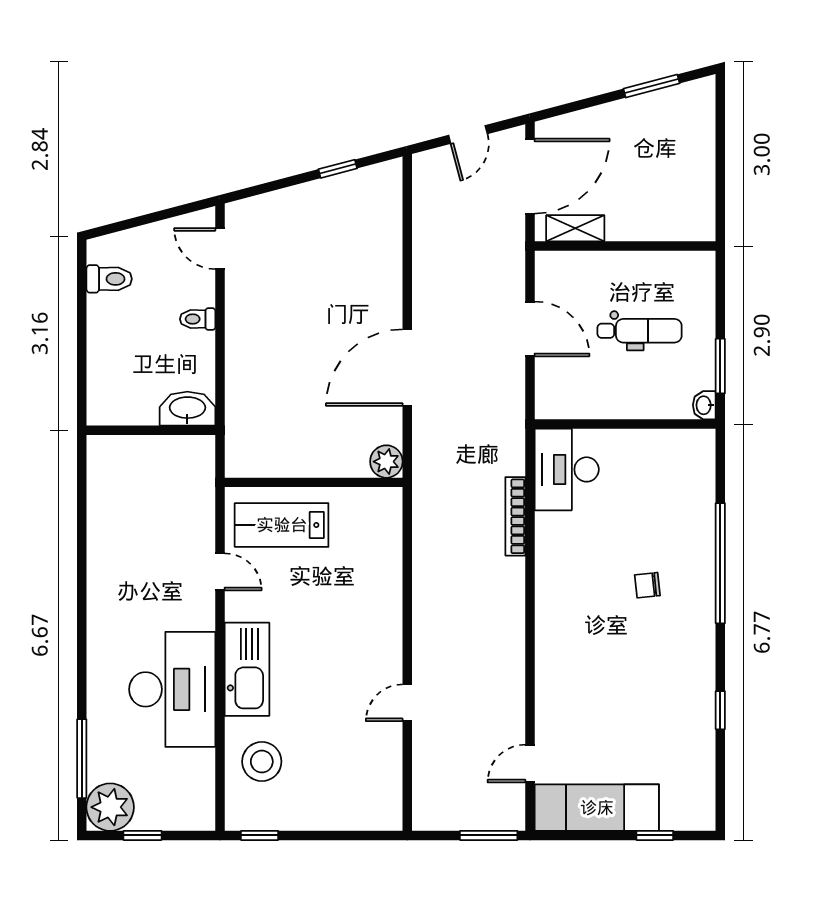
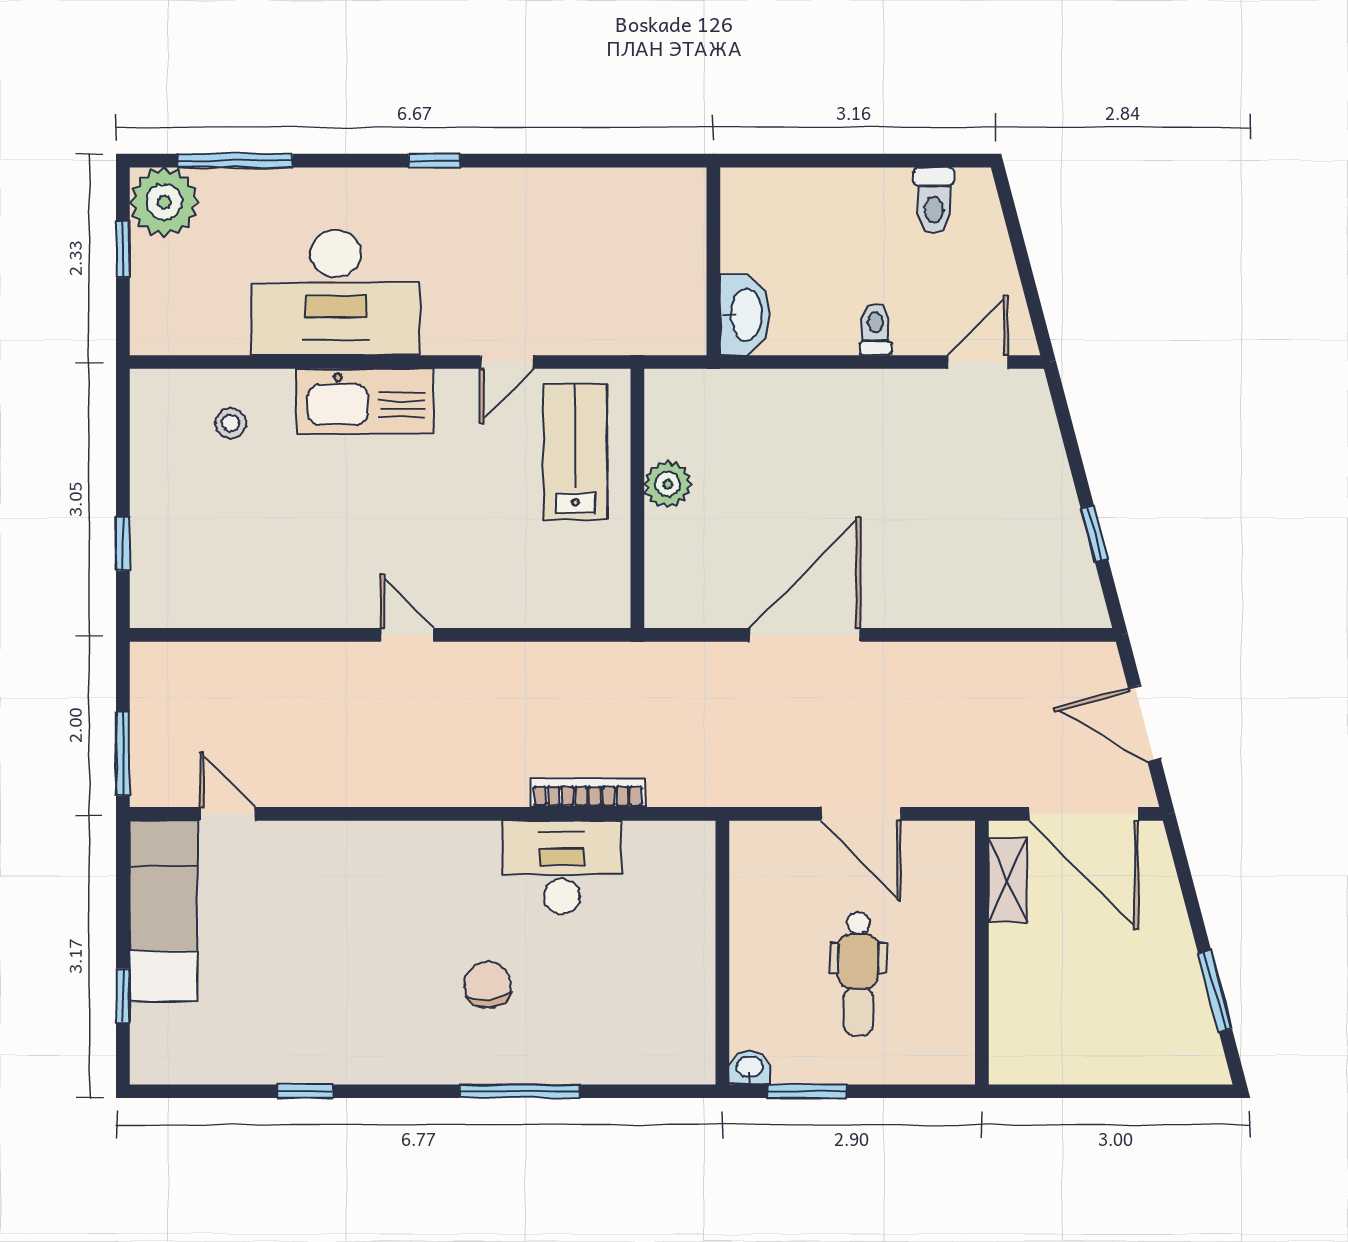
door: (468, 134) -> (1144, 723), width x1.38
door: (530, 329) -> (861, 814), hinge flipped
door: (407, 368) -> (805, 635), hinge flipped
plant: (386, 462) -> (668, 484), moved
desk: (567, 469) -> (562, 867), moved
window: (720, 563) -> (520, 1091), width x0.68
chair: (647, 585) -> (488, 985), width x1.37, depth x1.37
window: (82, 622) -> (434, 161), added
door: (407, 703) -> (407, 635), moved
stool: (262, 762) -> (231, 423), width x0.53, depth x0.53
window: (260, 835) -> (123, 543), moved

